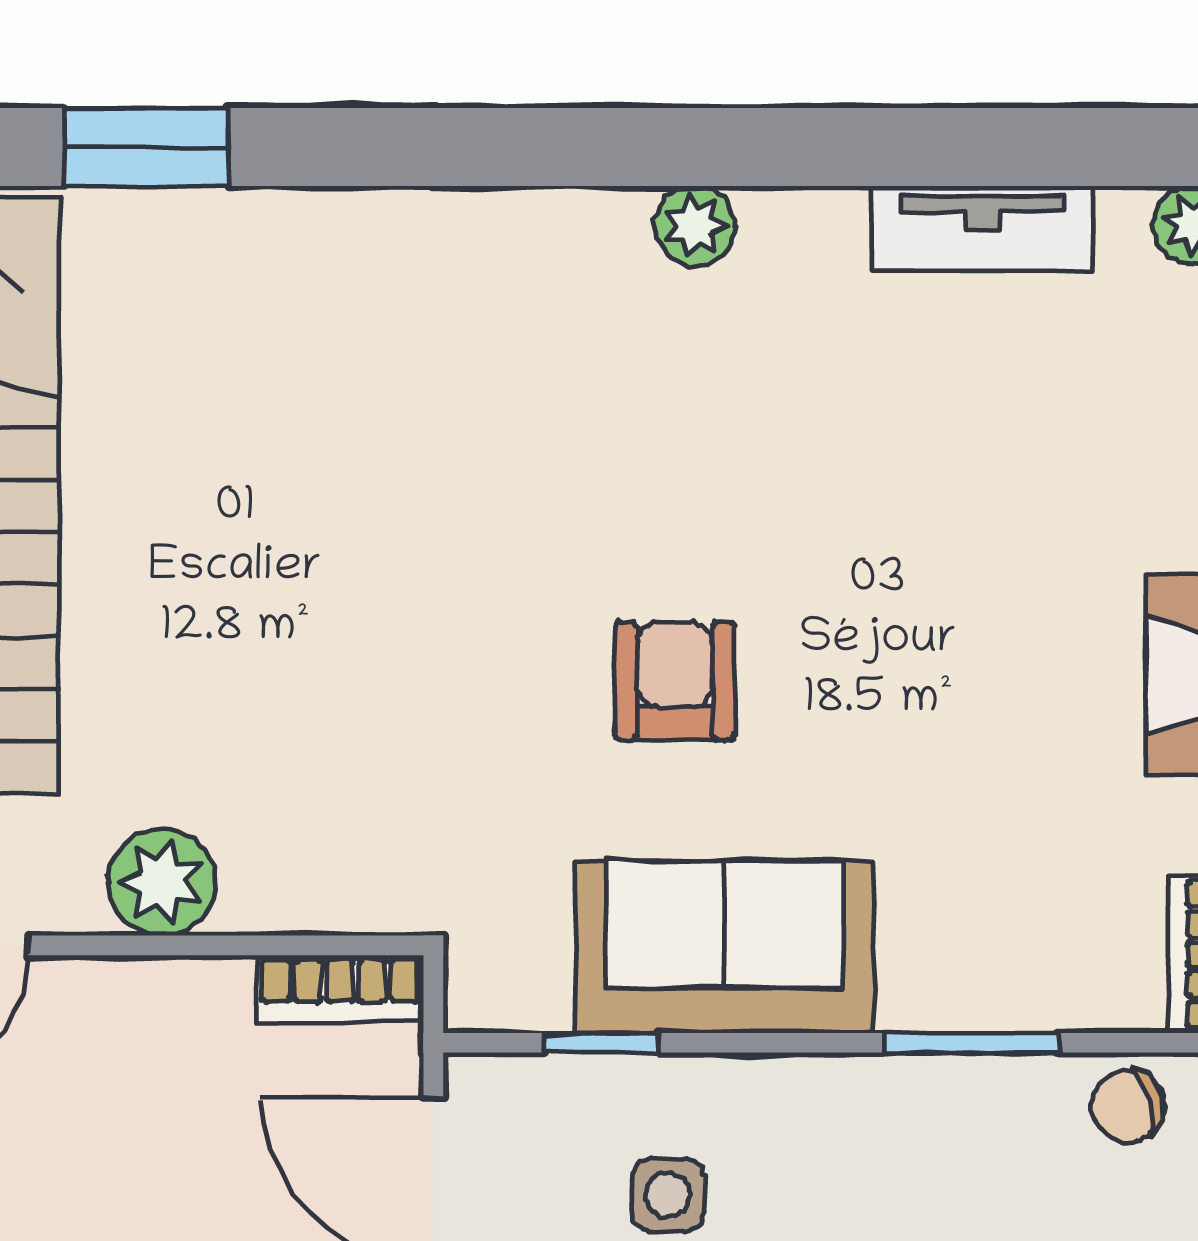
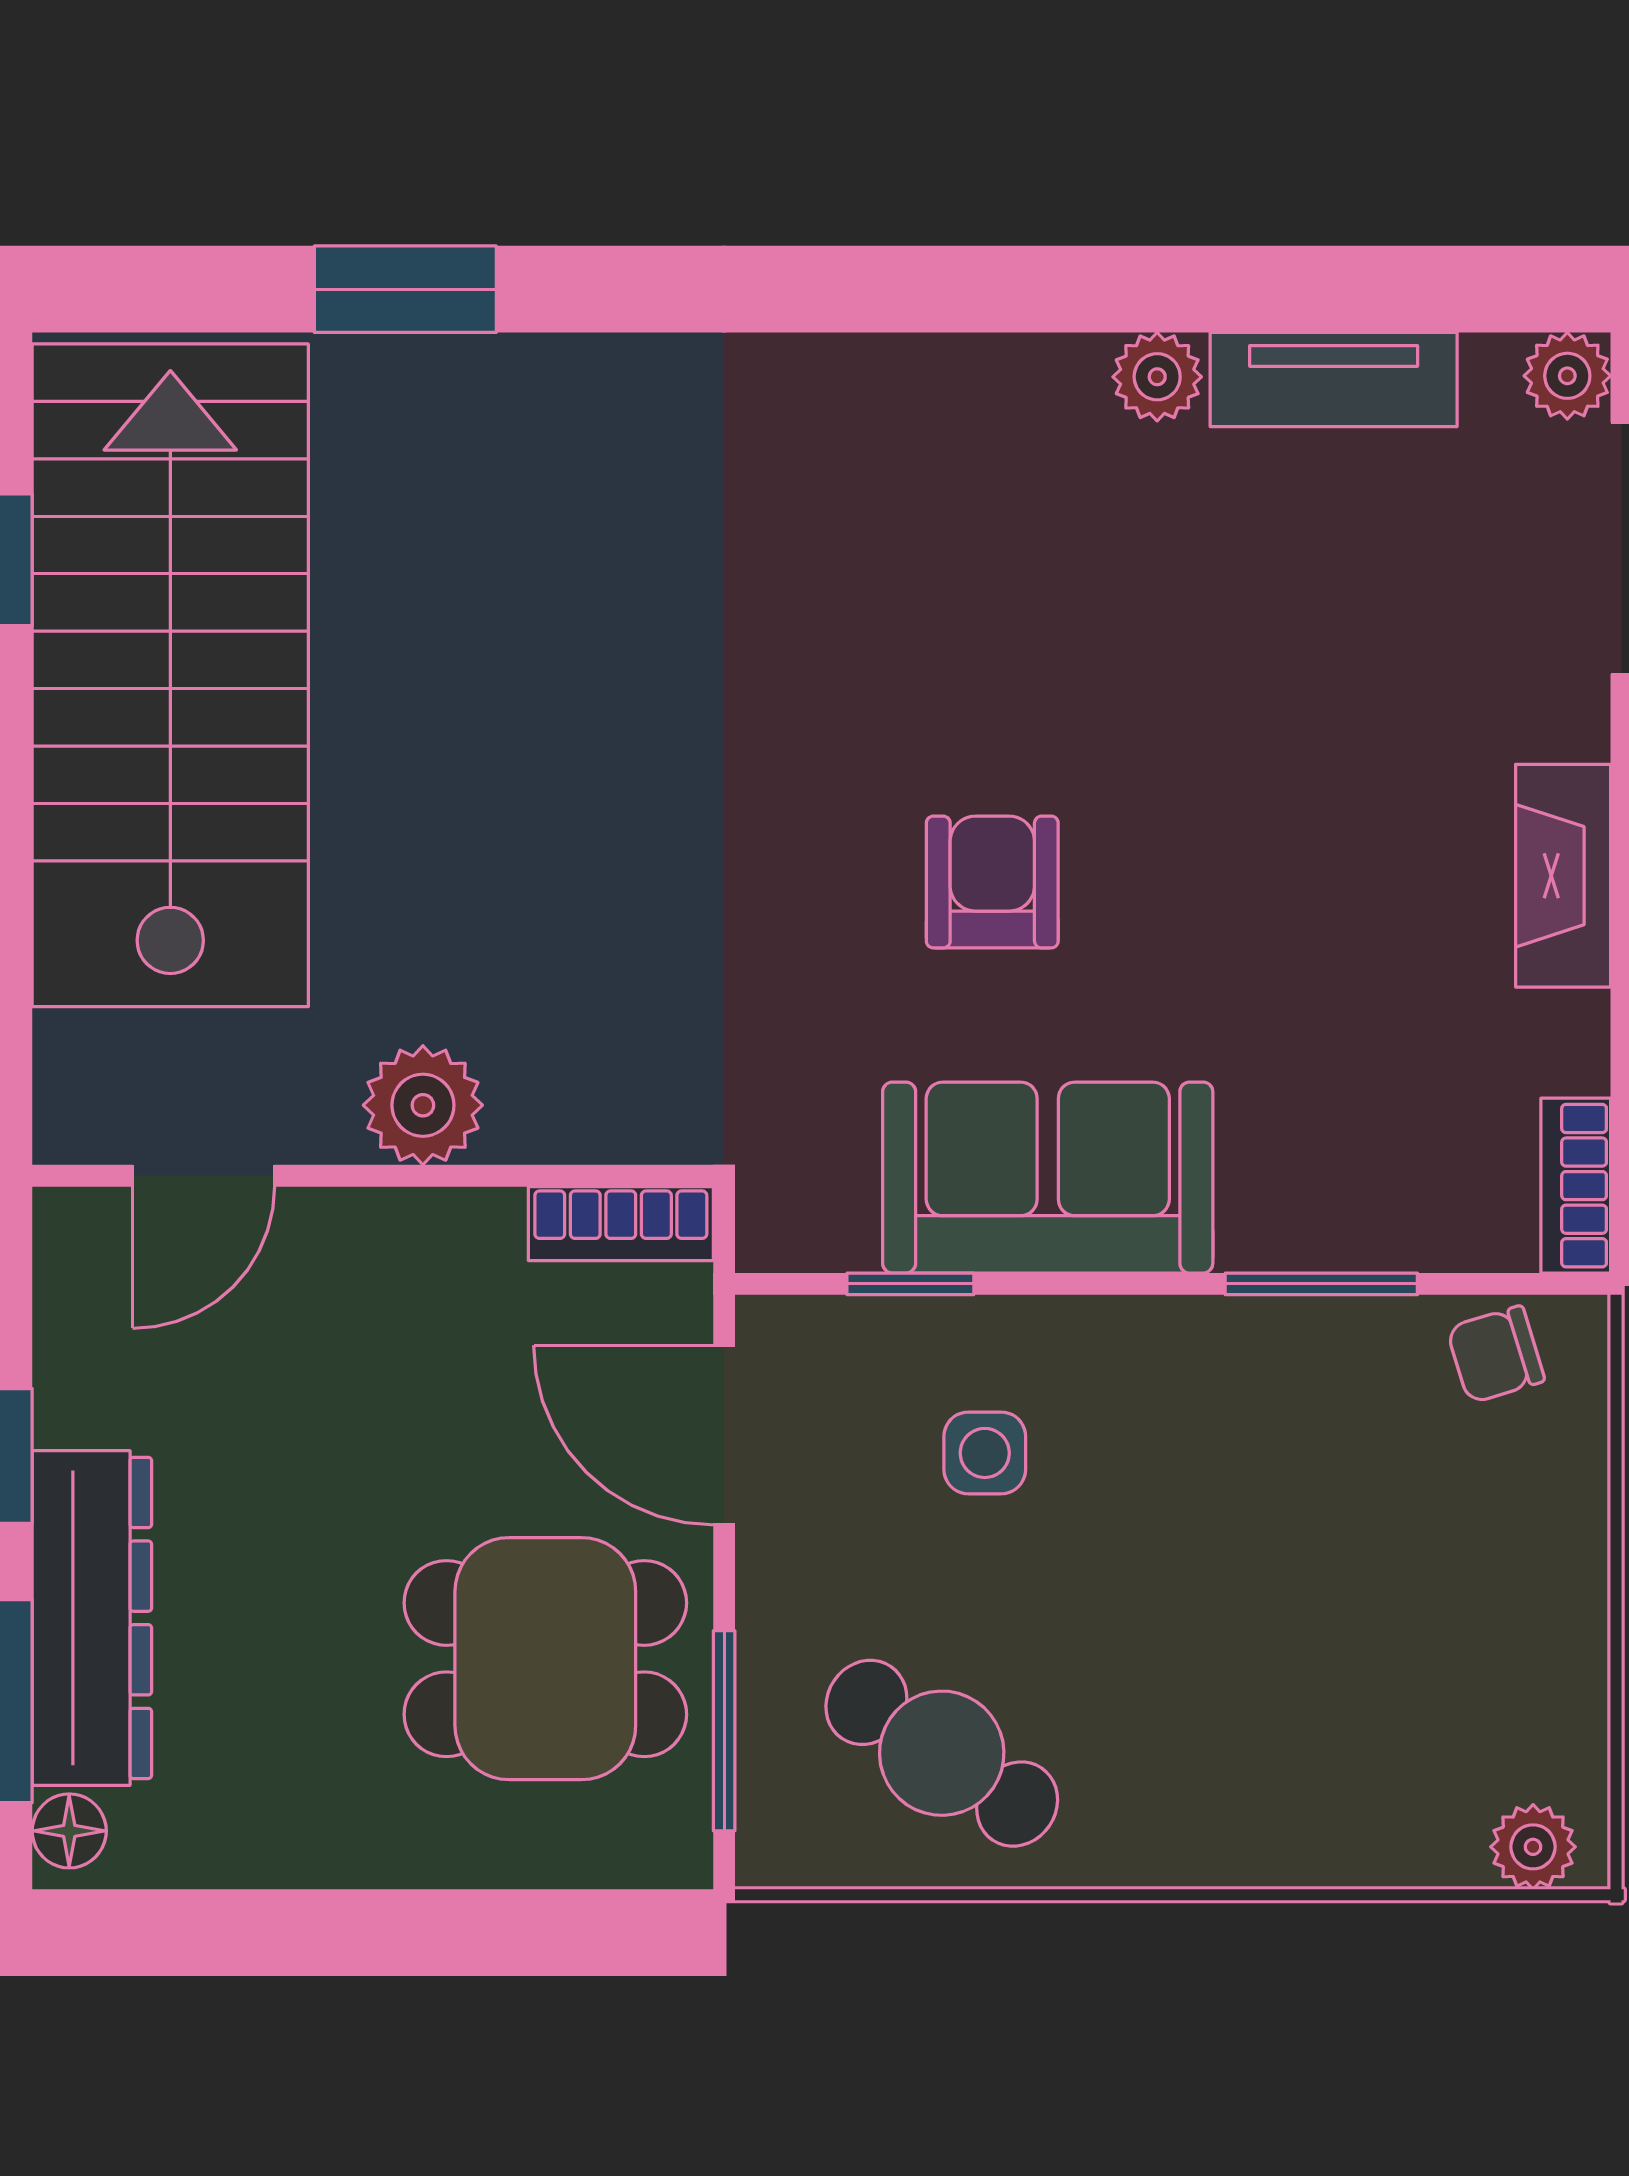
plant: (695, 226) -> (1157, 377), moved

